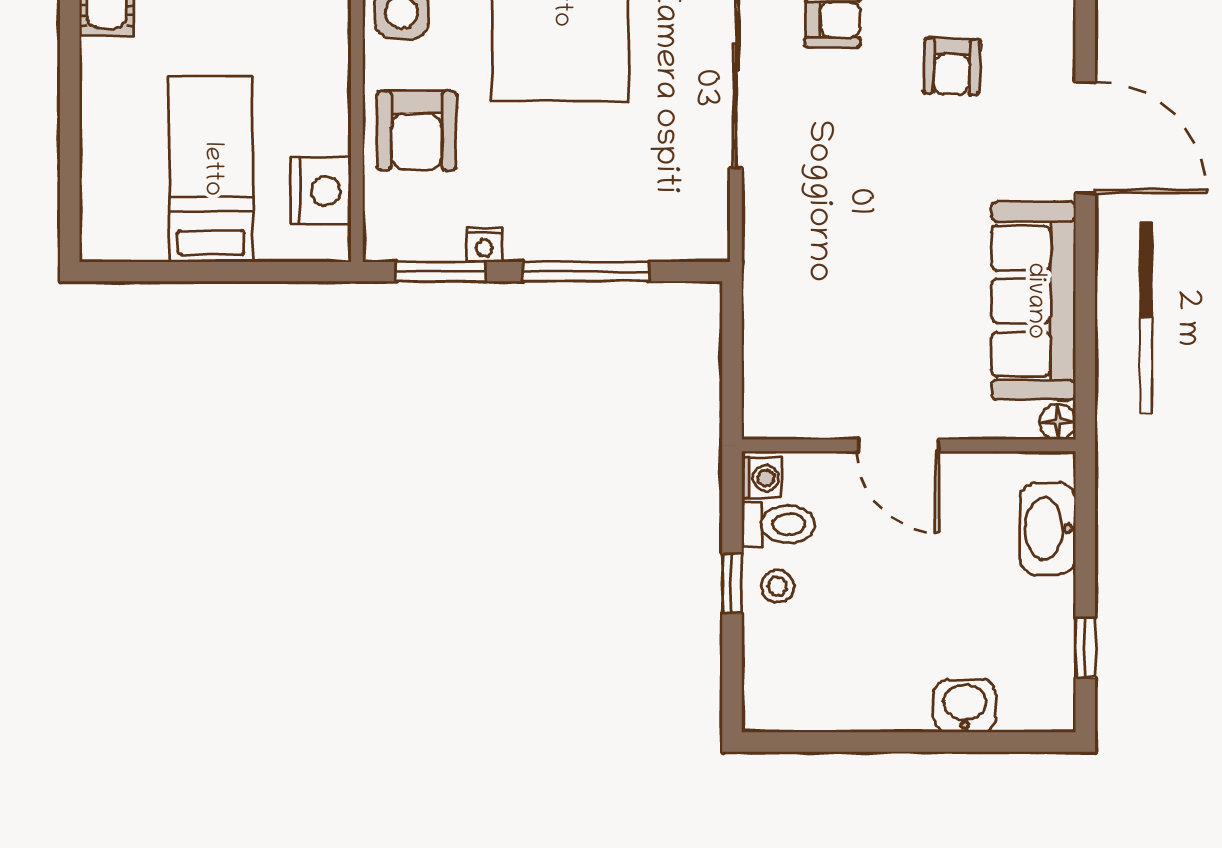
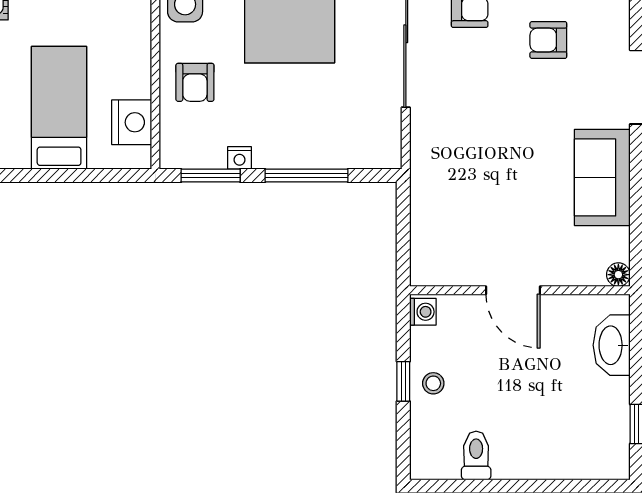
armchair: (952, 66) -> (548, 40), turned 88
armchair: (417, 130) -> (195, 82), width x0.72, depth x0.72
sofa: (1034, 301) -> (602, 177), width x0.73
toilet: (778, 524) -> (476, 455), moved, turned -90
washbasin: (965, 706) -> (557, 462), removed

